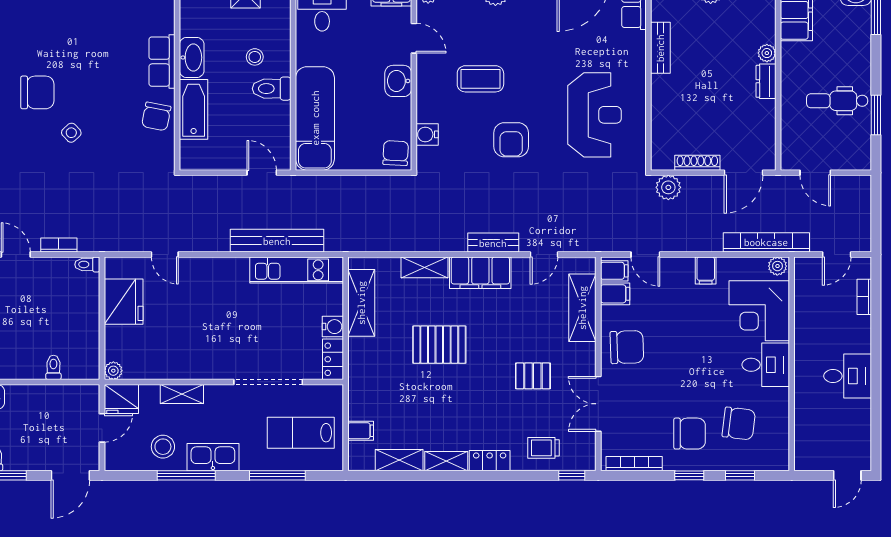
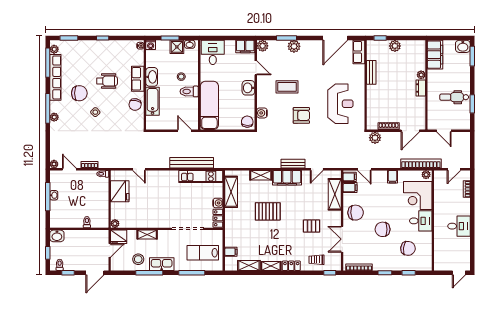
wheelchair: (96, 66) -> (107, 81), added
armchair: (511, 140) -> (301, 115), turned -90
chair: (690, 434) -> (383, 229), moved, turned 180

